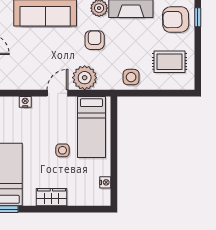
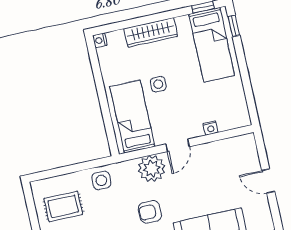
armchair: (95, 40) -> (150, 212), turned 90
nightstand: (105, 182) -> (100, 40), moved
wardrobe: (51, 197) -> (151, 32), width x1.50

